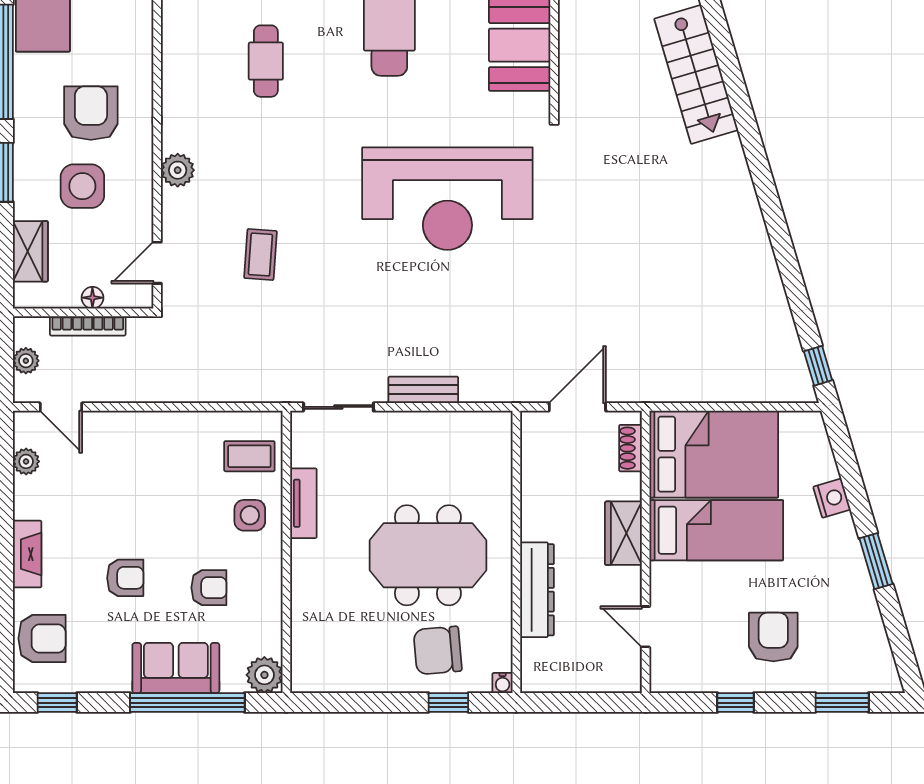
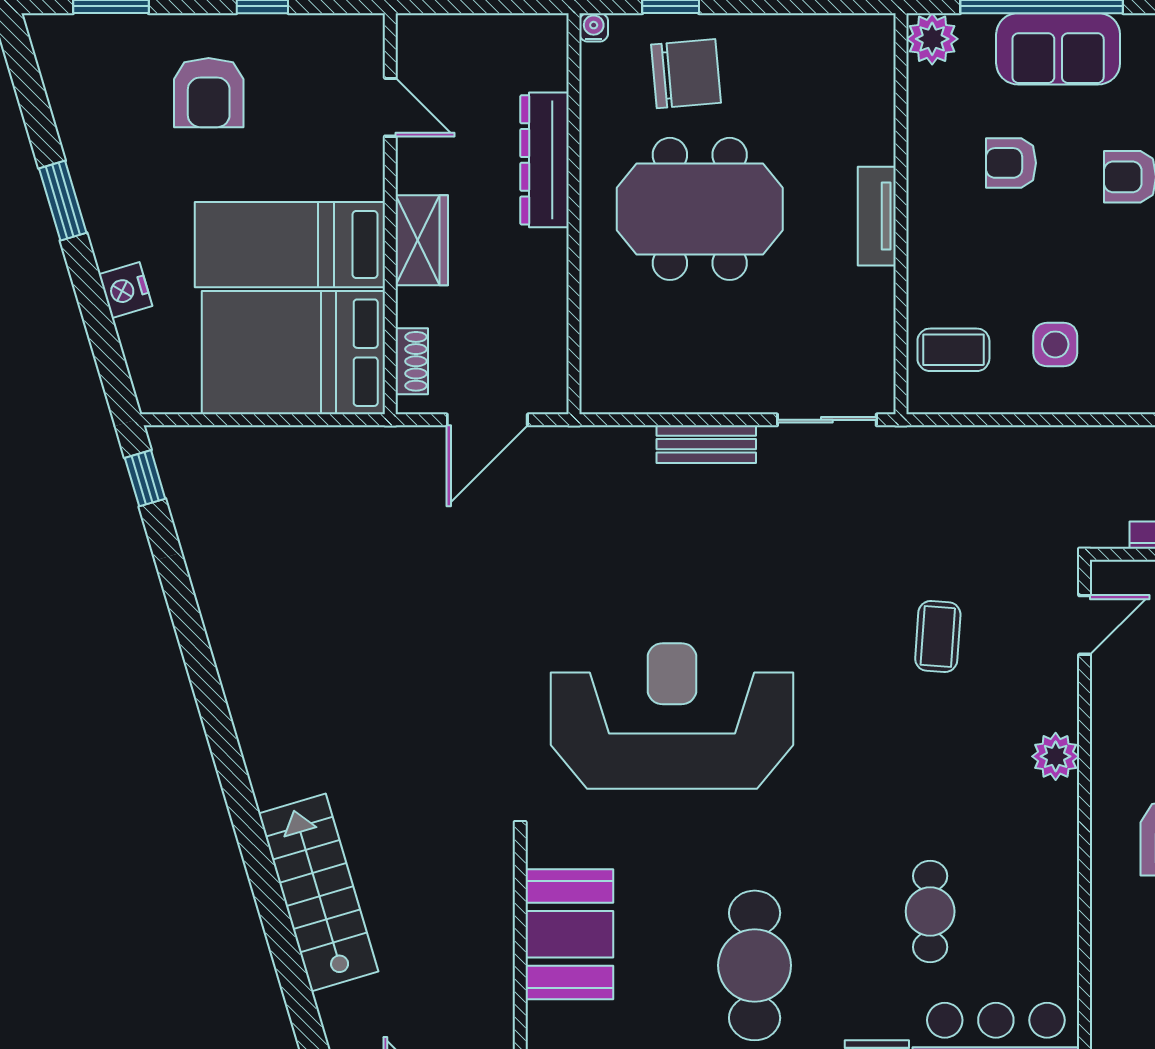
tv unit: (303, 503) -> (877, 216), moved
side table: (250, 515) -> (1055, 344), moved

